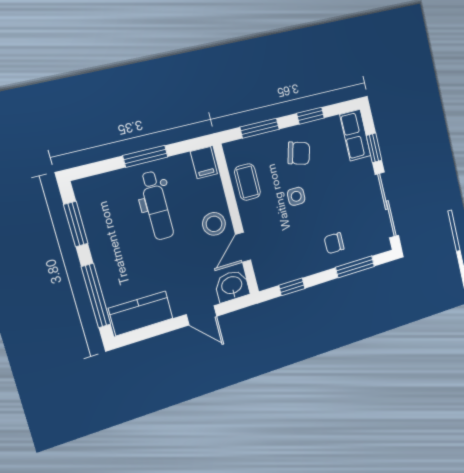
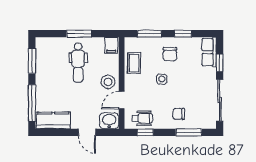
chair: (299, 153) -> (170, 54), turned 74
wheelchair: (282, 266) -> (142, 118), added

